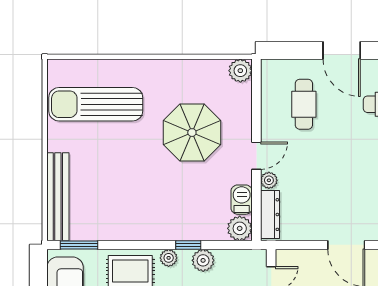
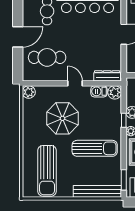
cafe table: (304, 104) -> (47, 57), width x1.37, depth x1.35
plant: (269, 180) -> (88, 76), removed
sun lounger: (137, 192) -> (95, 148), added

